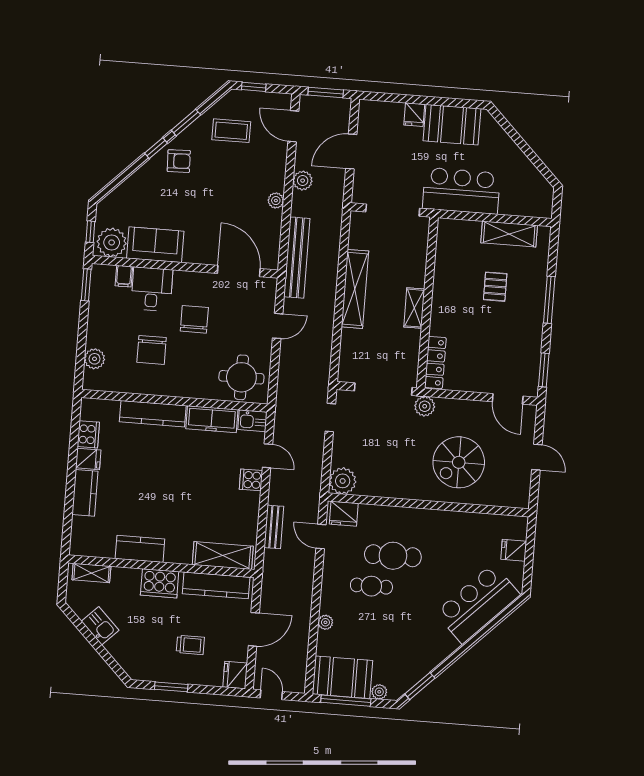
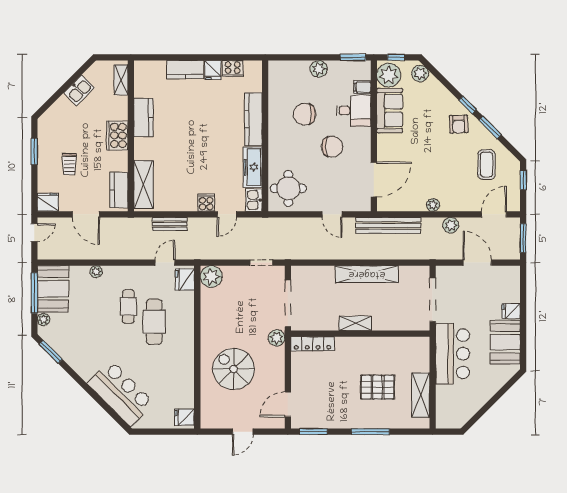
plant: (112, 204) -> (420, 73), added
pallet: (495, 287) -> (377, 387), width x1.50, depth x1.42
plant: (95, 359) -> (319, 69), moved
fridge: (514, 550) -> (184, 417), moved, turned -90
kitchen counter: (216, 585) -> (119, 190), width x0.67

